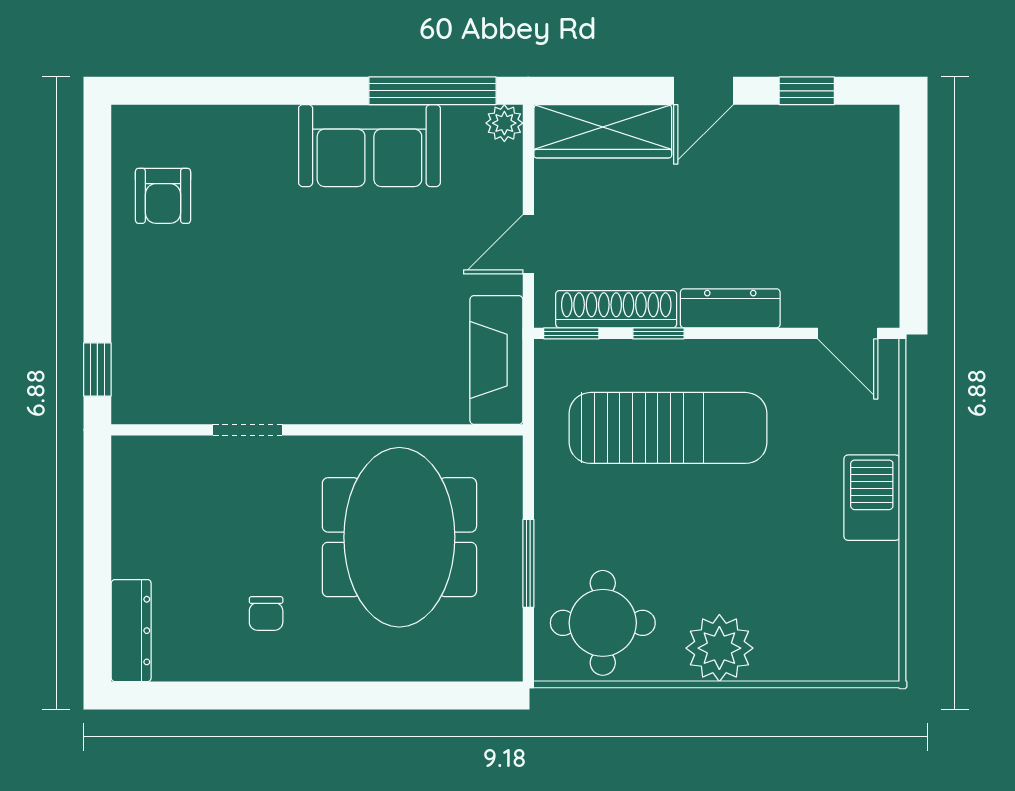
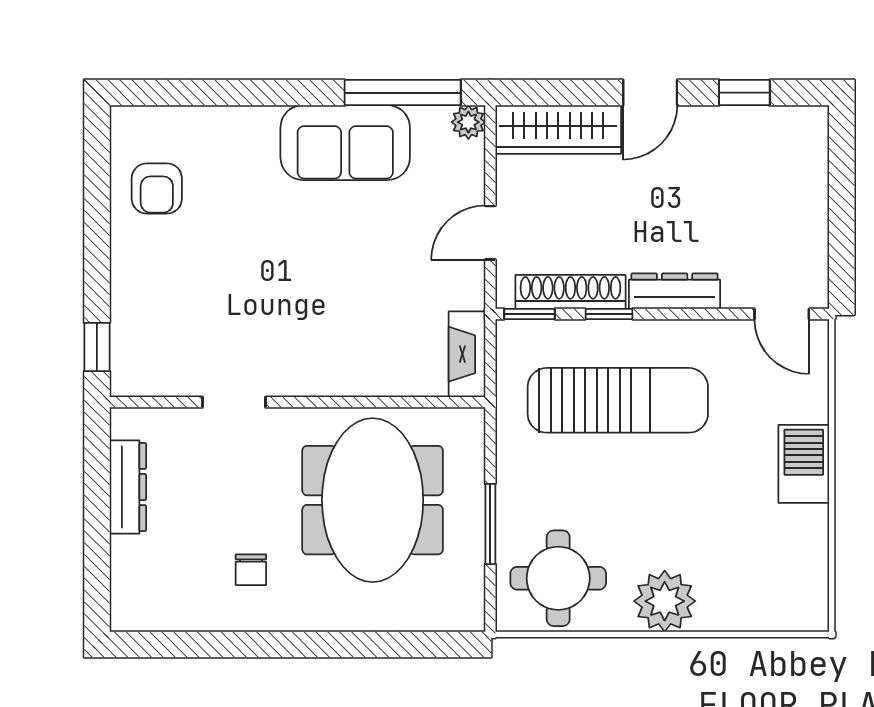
fireplace: (496, 360) -> (467, 354), width x0.73, depth x0.76
dresser: (131, 631) -> (128, 487), moved

